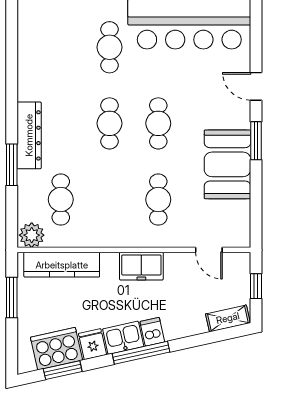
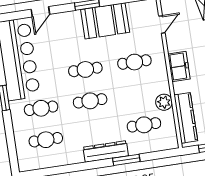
cafe table: (61, 47) -> (46, 140), added
door: (256, 86) -> (40, 12), moved
plant: (32, 235) -> (164, 102), moved

